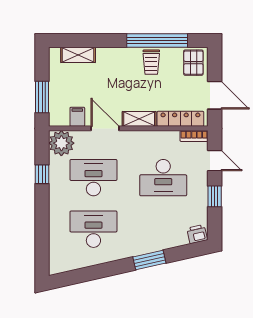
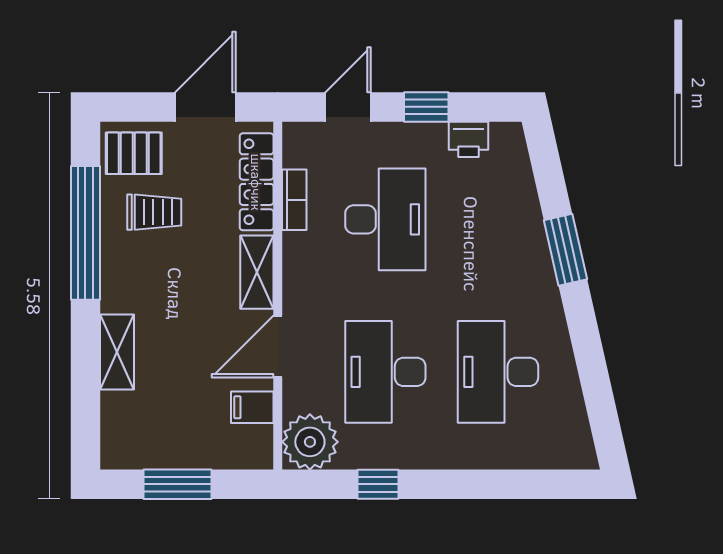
shelving: (78, 55) -> (117, 352), moved
trolley: (151, 62) -> (154, 212), moved
window: (42, 97) -> (177, 484), moved
bookcase: (194, 136) -> (294, 200), moved
printer: (197, 234) -> (468, 139), moved, turned -77

